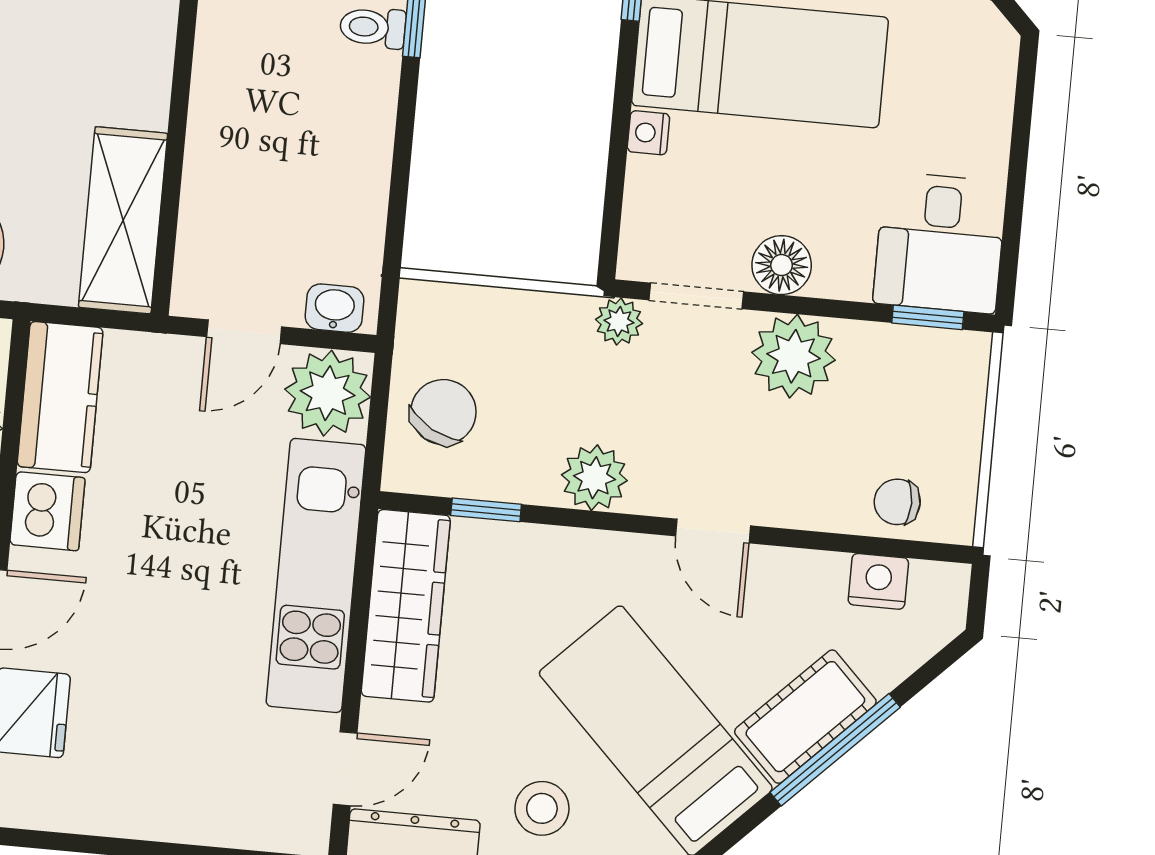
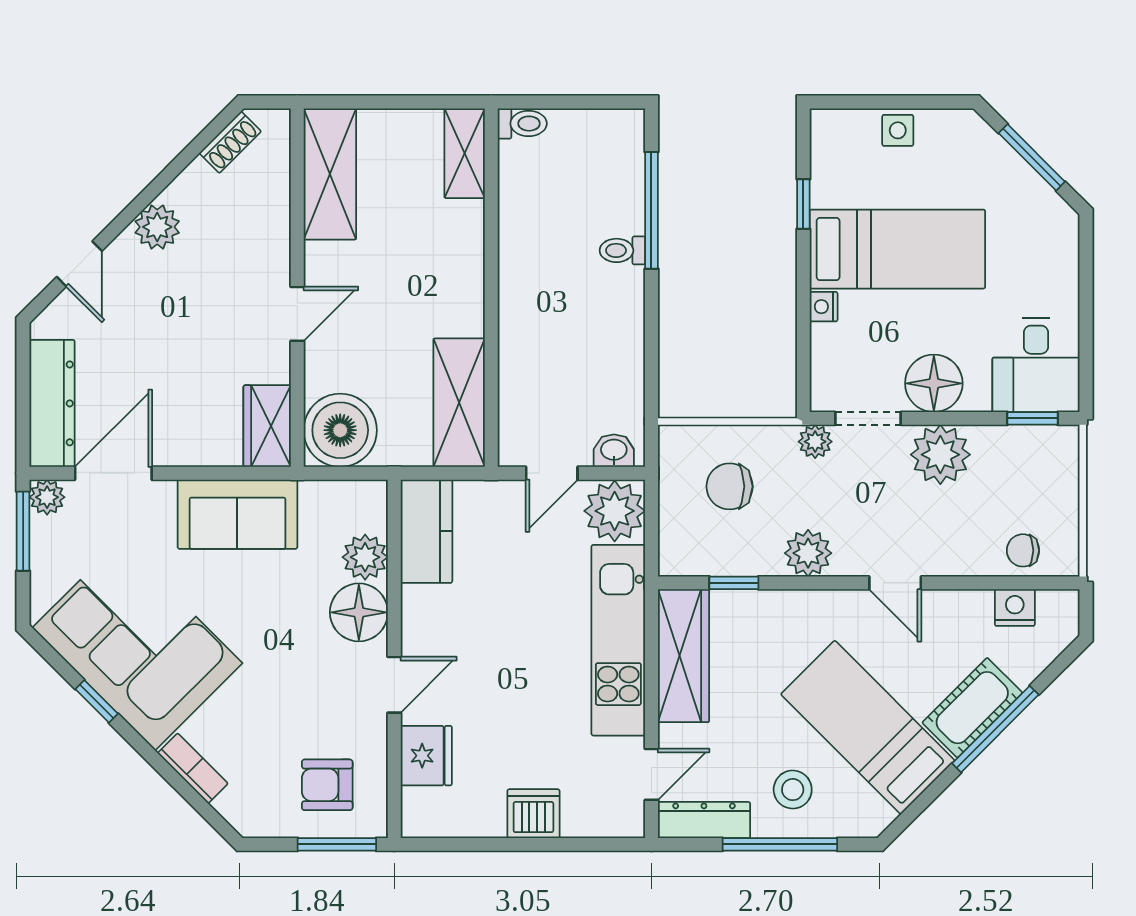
floor lamp: (782, 265) -> (934, 383), width x1.38, depth x1.38
chair: (443, 412) -> (730, 486), moved, turned -119
dishwasher: (47, 511) -> (533, 814), moved, turned -90

